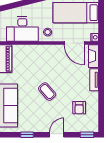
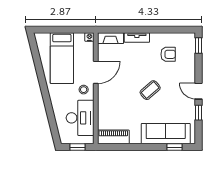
door: (74, 43) -> (96, 72), moved
door: (57, 135) -> (199, 91), moved

